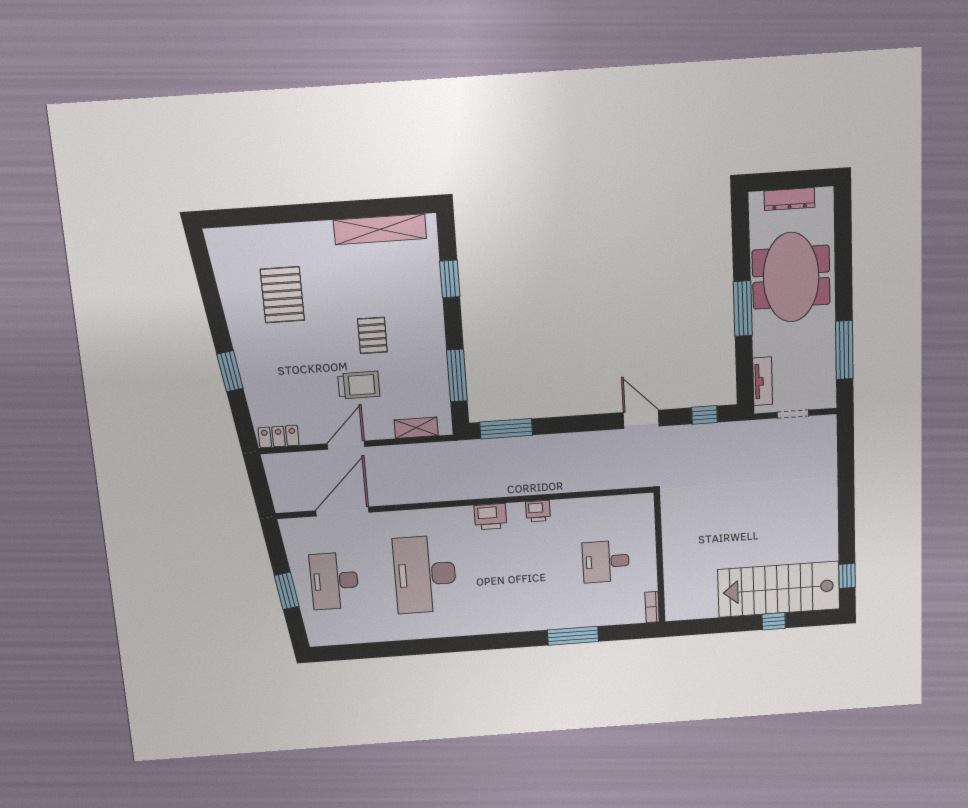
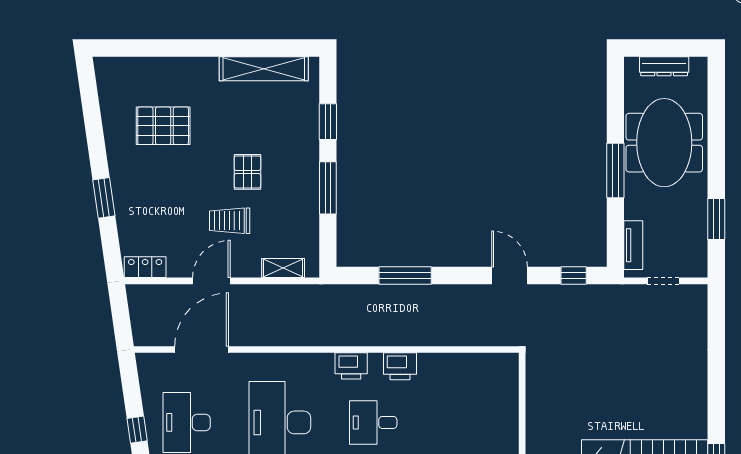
pallet: (282, 295) -> (163, 126), turned 90
window: (844, 350) -> (716, 219), width x0.69
window: (457, 375) -> (328, 188), moved
trolley: (359, 385) -> (230, 221), turned 180
window: (506, 429) -> (405, 275), moved
printer: (538, 511) -> (400, 366), width x1.36, depth x1.24
desk: (606, 561) -> (373, 422), moved
window: (287, 591) -> (137, 430), width x0.67

